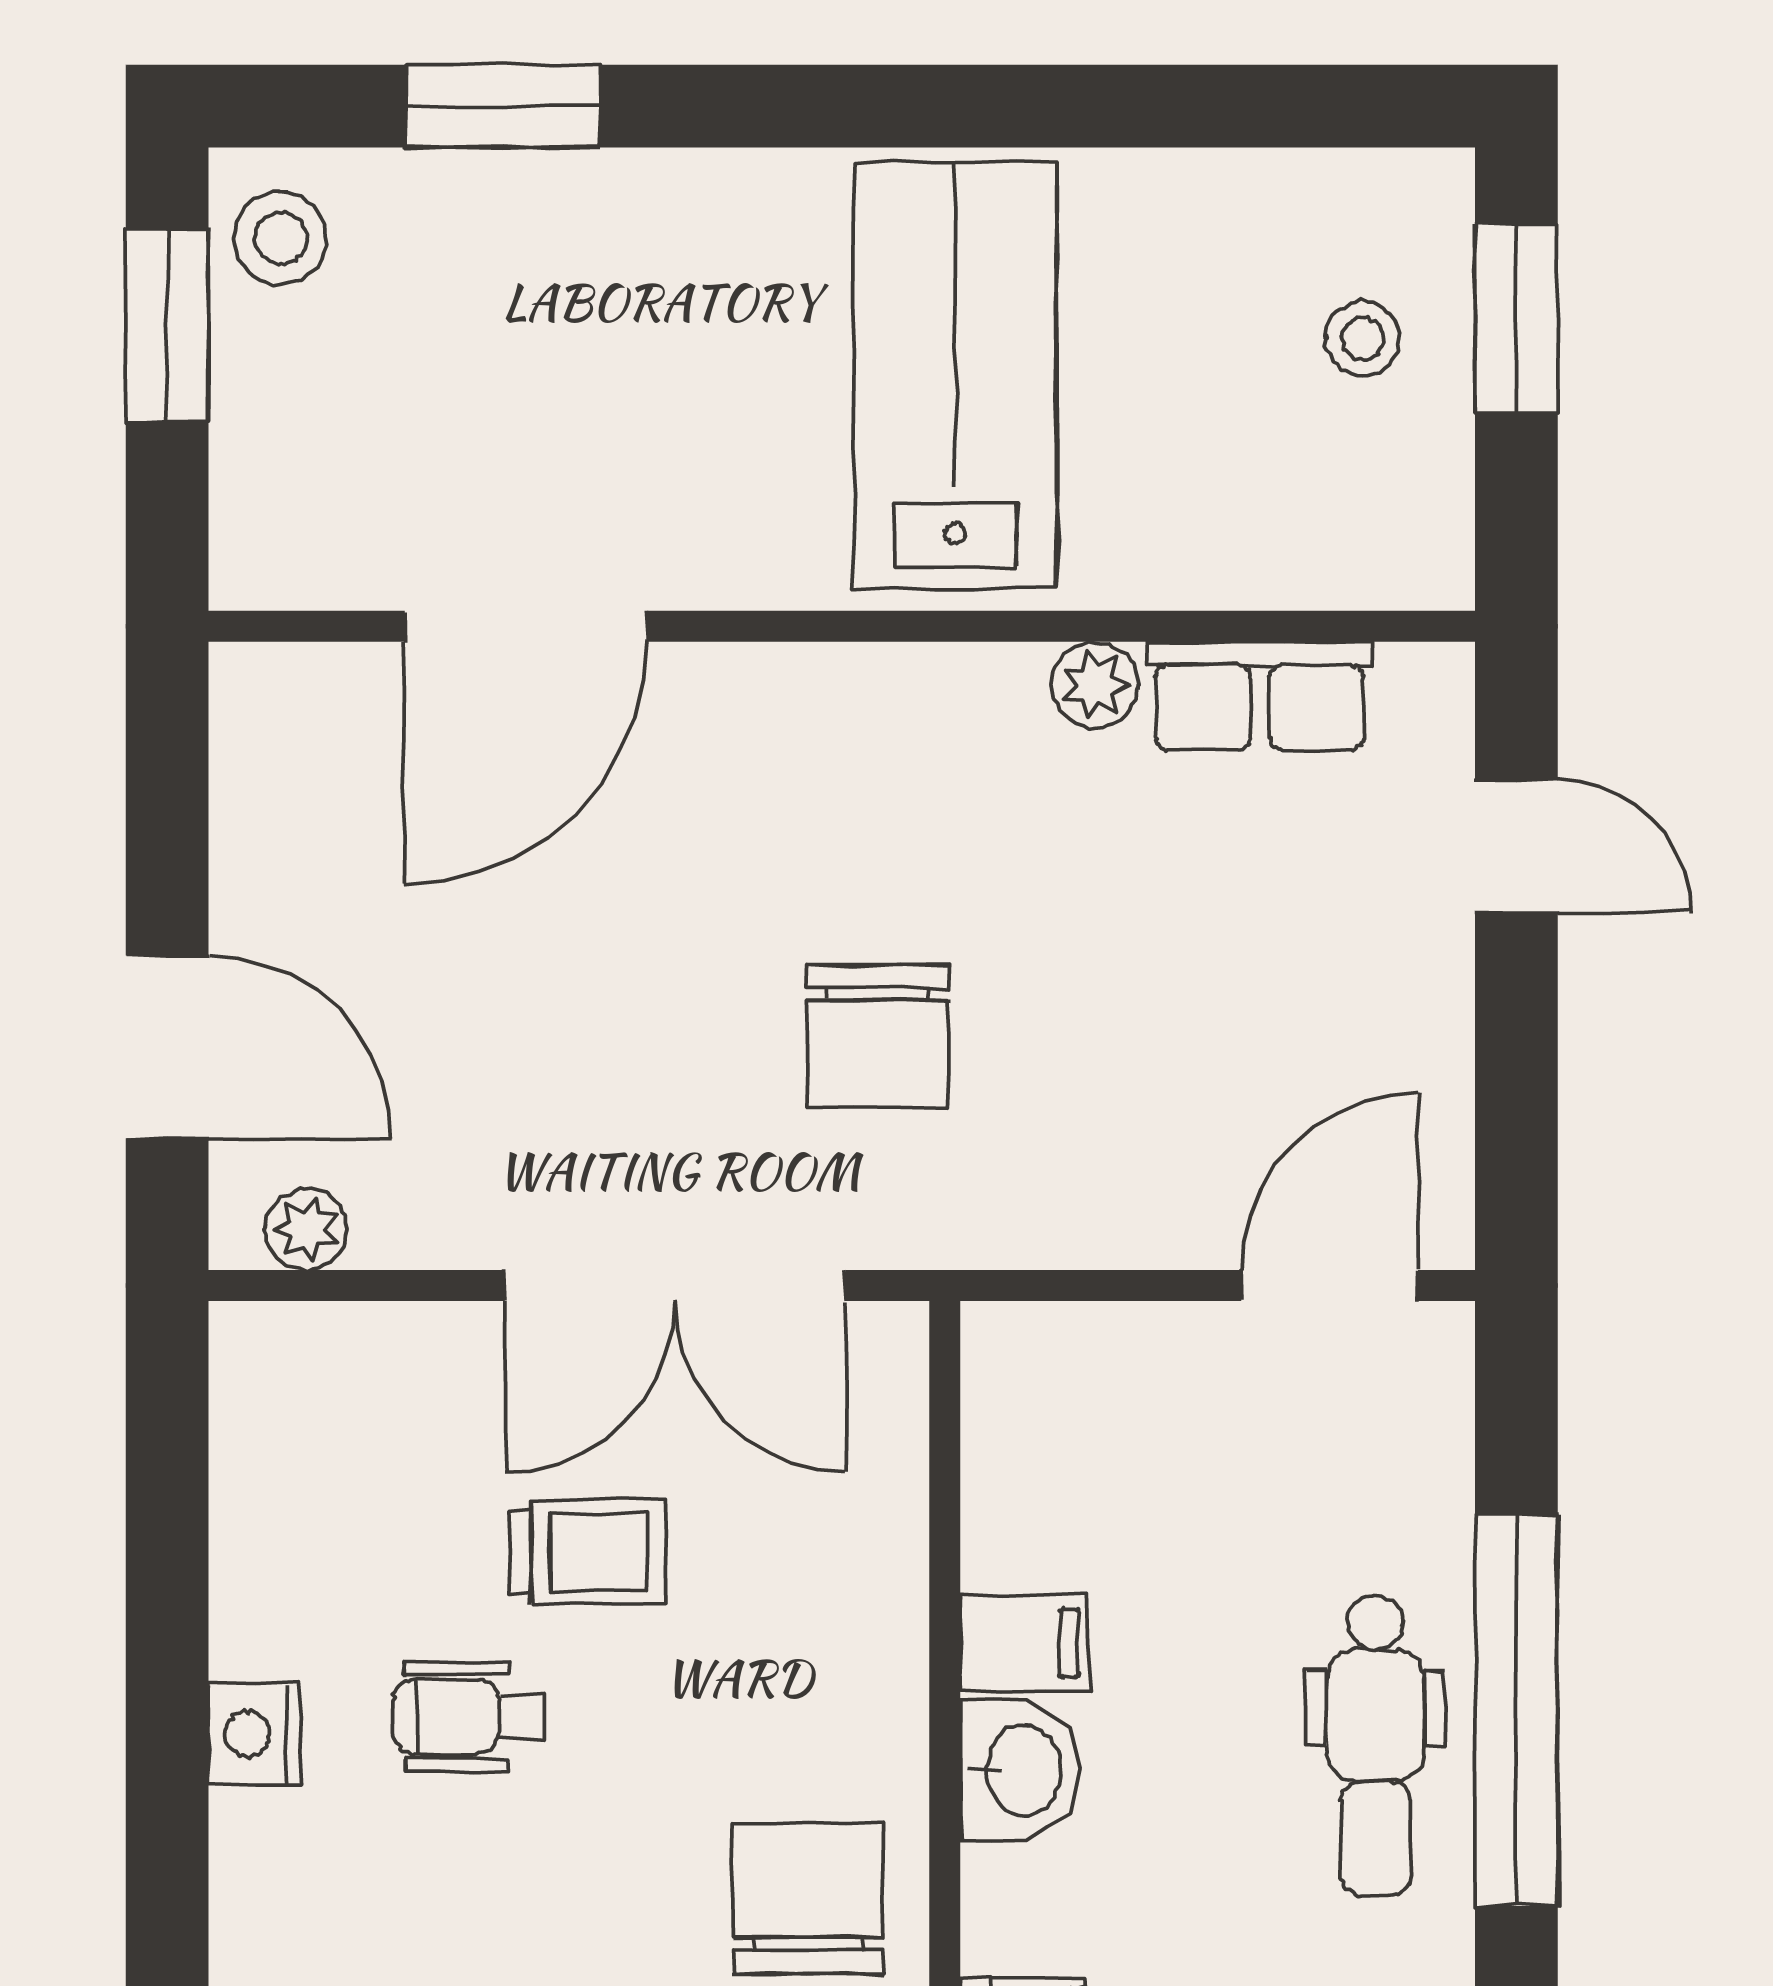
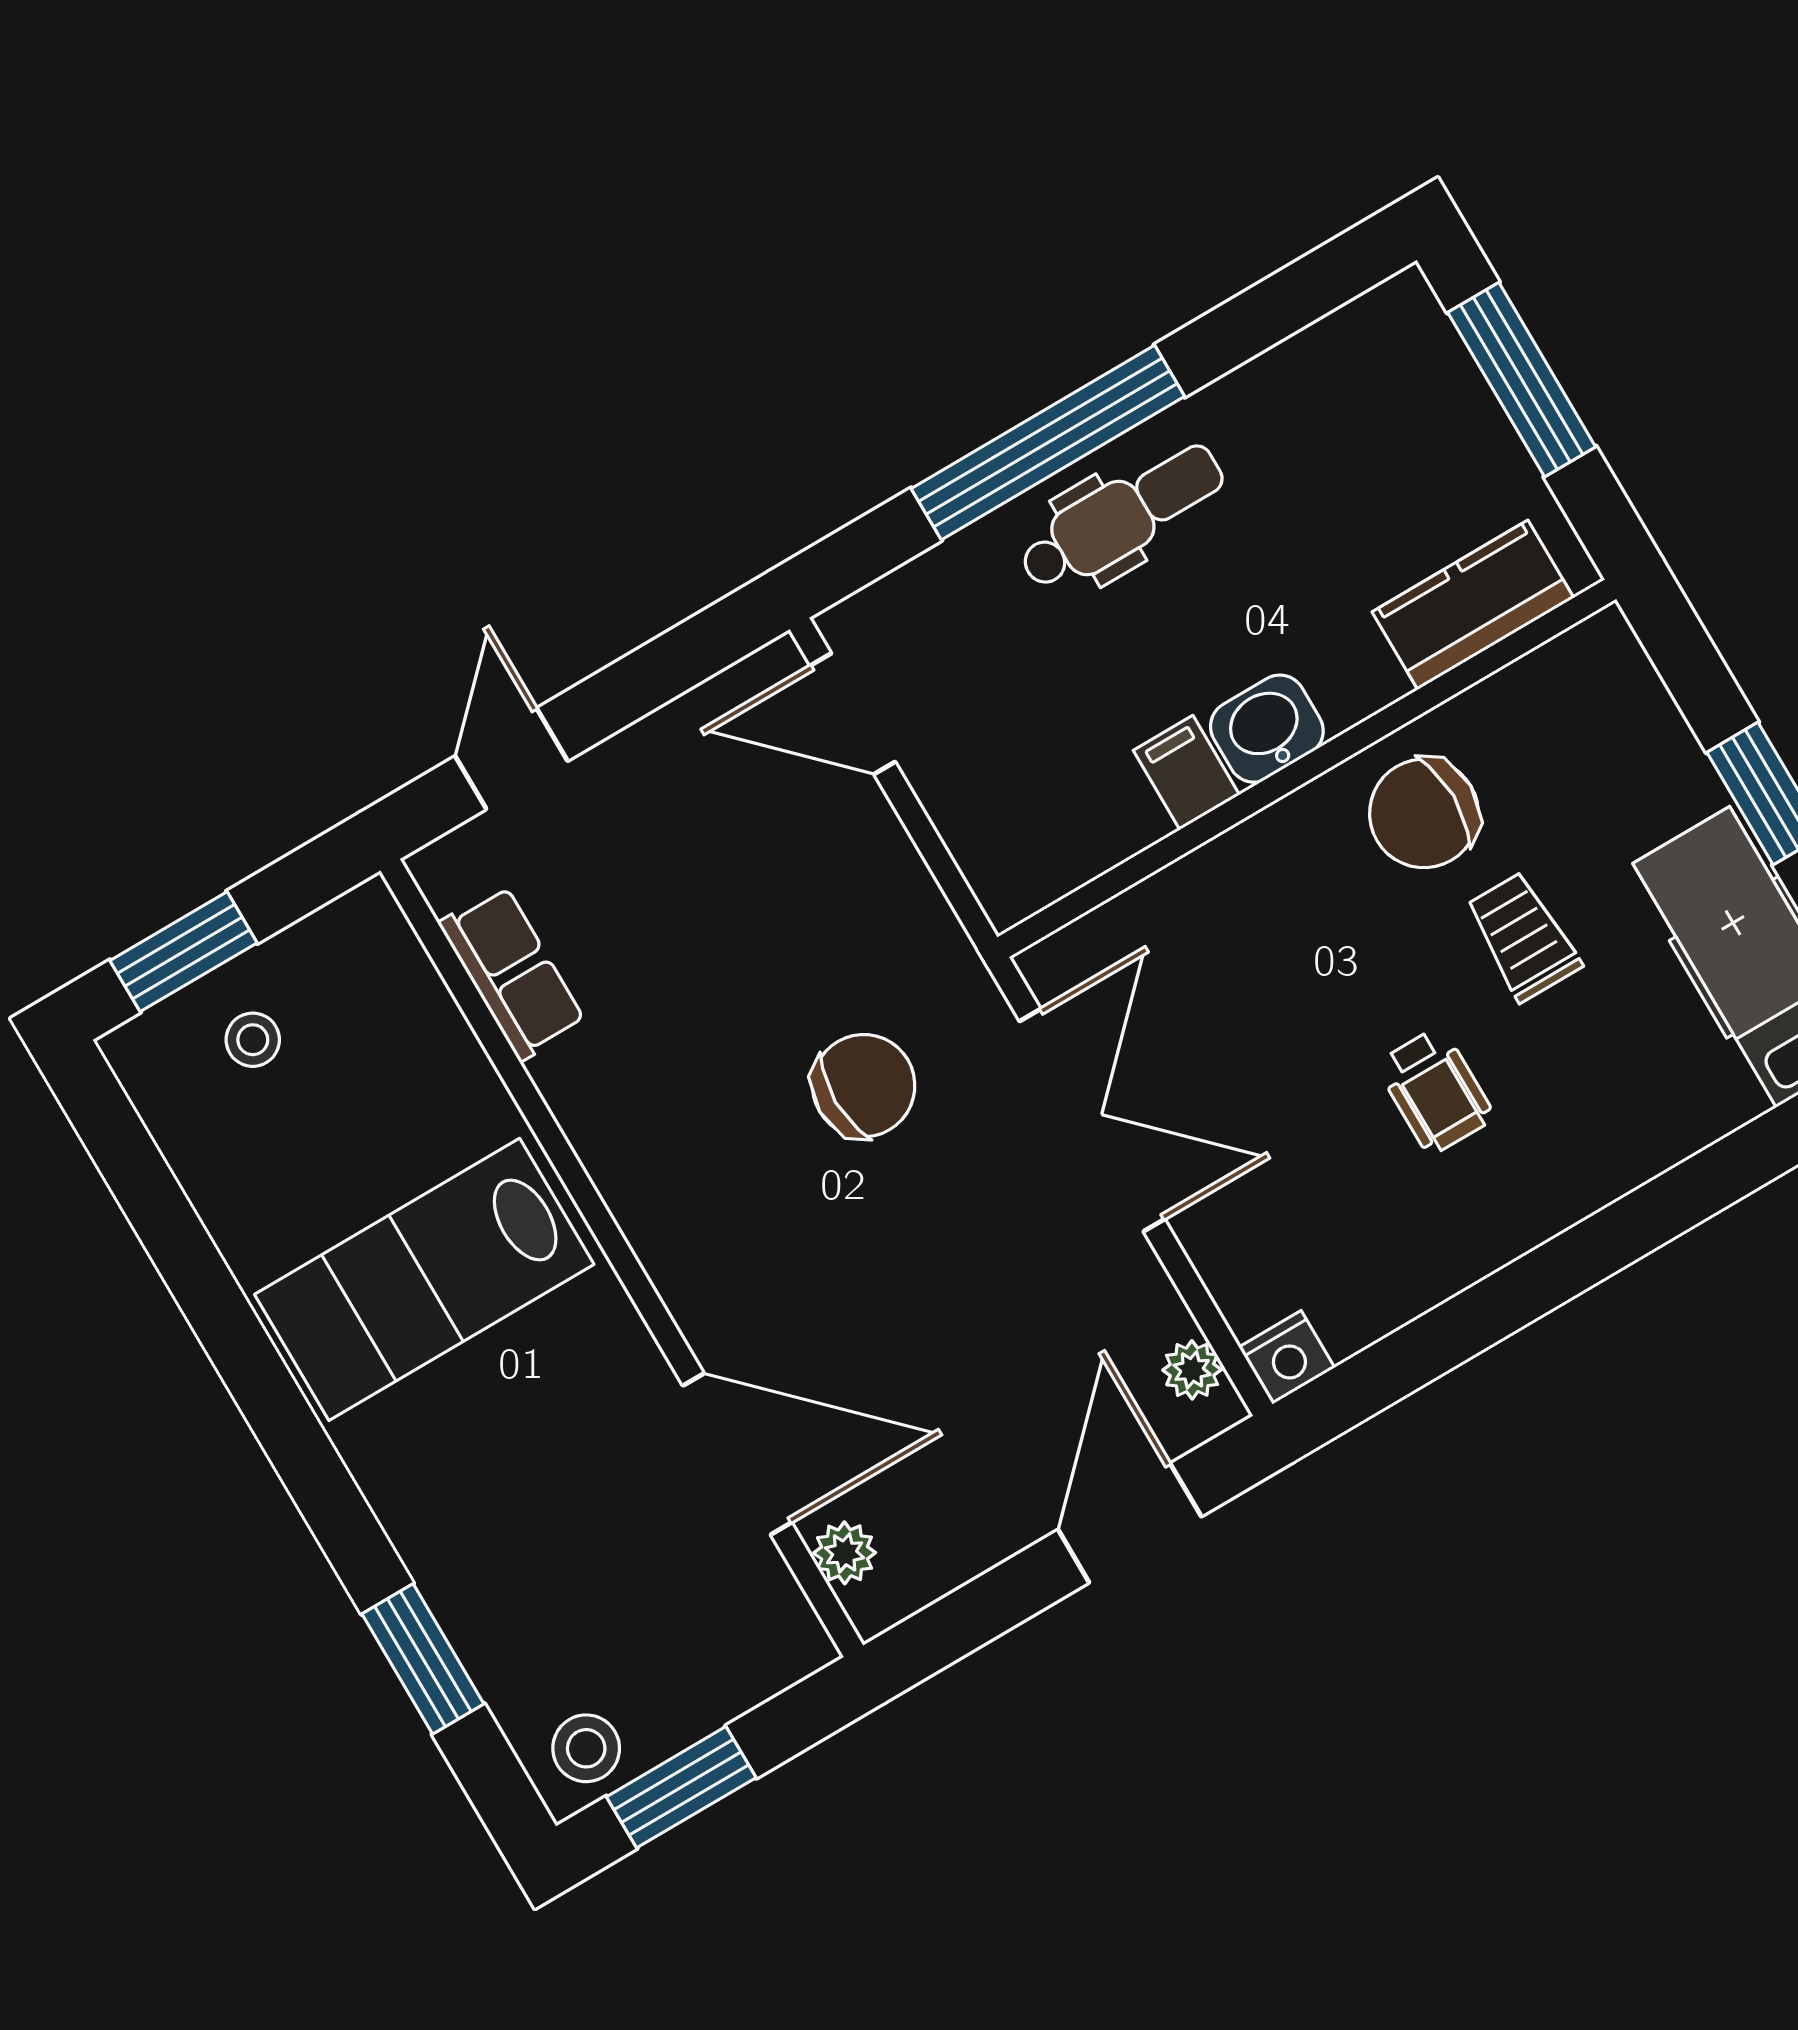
plant: (1095, 685) -> (845, 1553), moved
trolley: (587, 1552) -> (1523, 937), moved
nightstand: (255, 1734) -> (1287, 1357), moved

